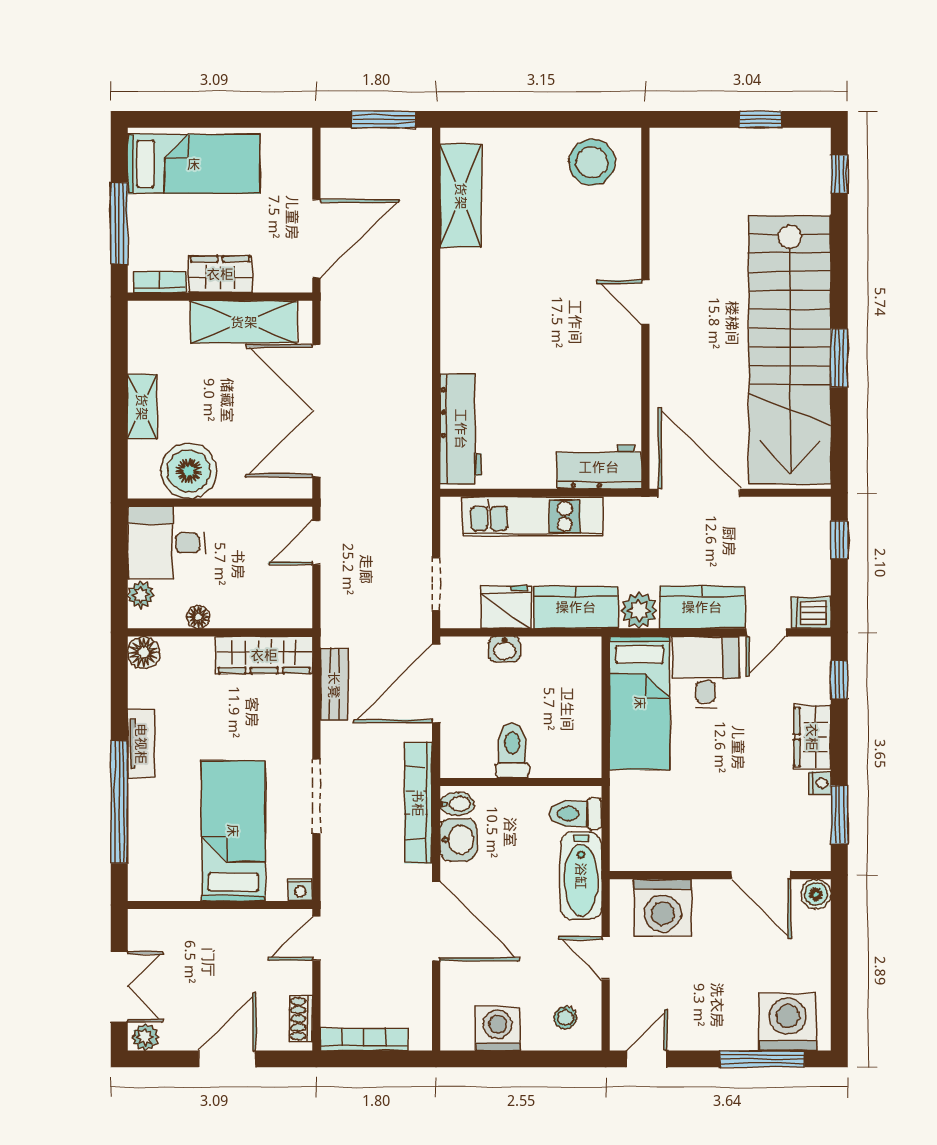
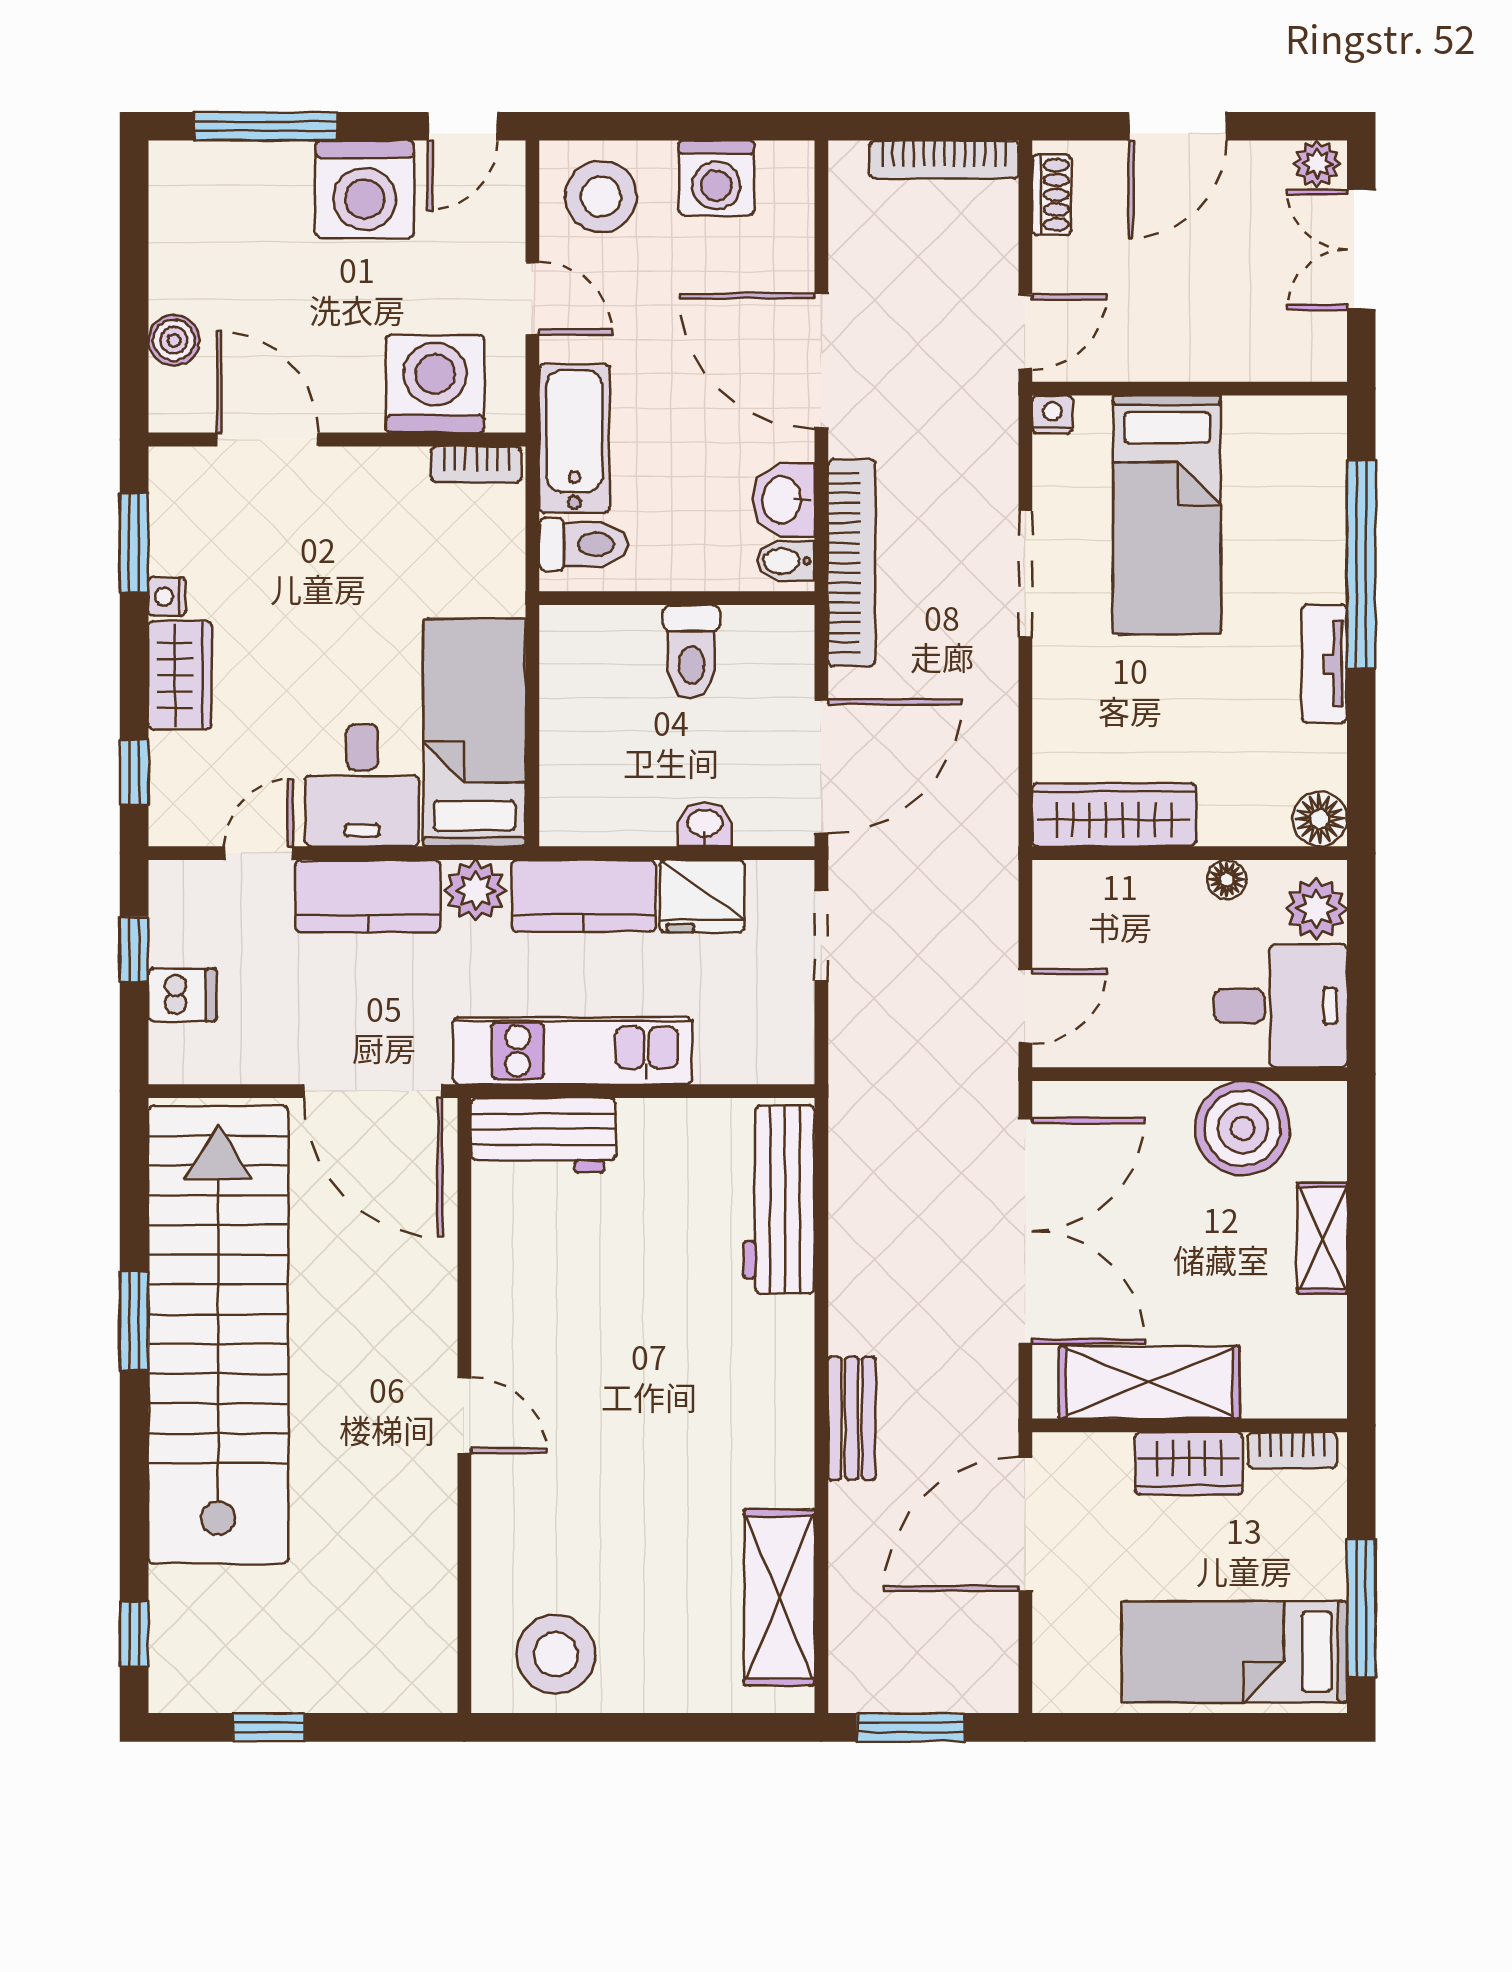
window: (119, 223) -> (1361, 1608), moved
kitchen unit: (533, 516) -> (573, 1051), moved
window: (839, 540) -> (134, 949), moved
plant: (141, 595) -> (1316, 909), width x1.38, depth x1.38
dishwasher: (811, 613) -> (182, 995), moved
bench: (334, 685) -> (852, 1418), moved
bookcase: (639, 860) -> (476, 464), added
boiler: (816, 894) -> (174, 340), moved
stool: (565, 1018) -> (601, 197), width x1.89, depth x1.89
washing machine: (788, 1022) -> (365, 189), moved

